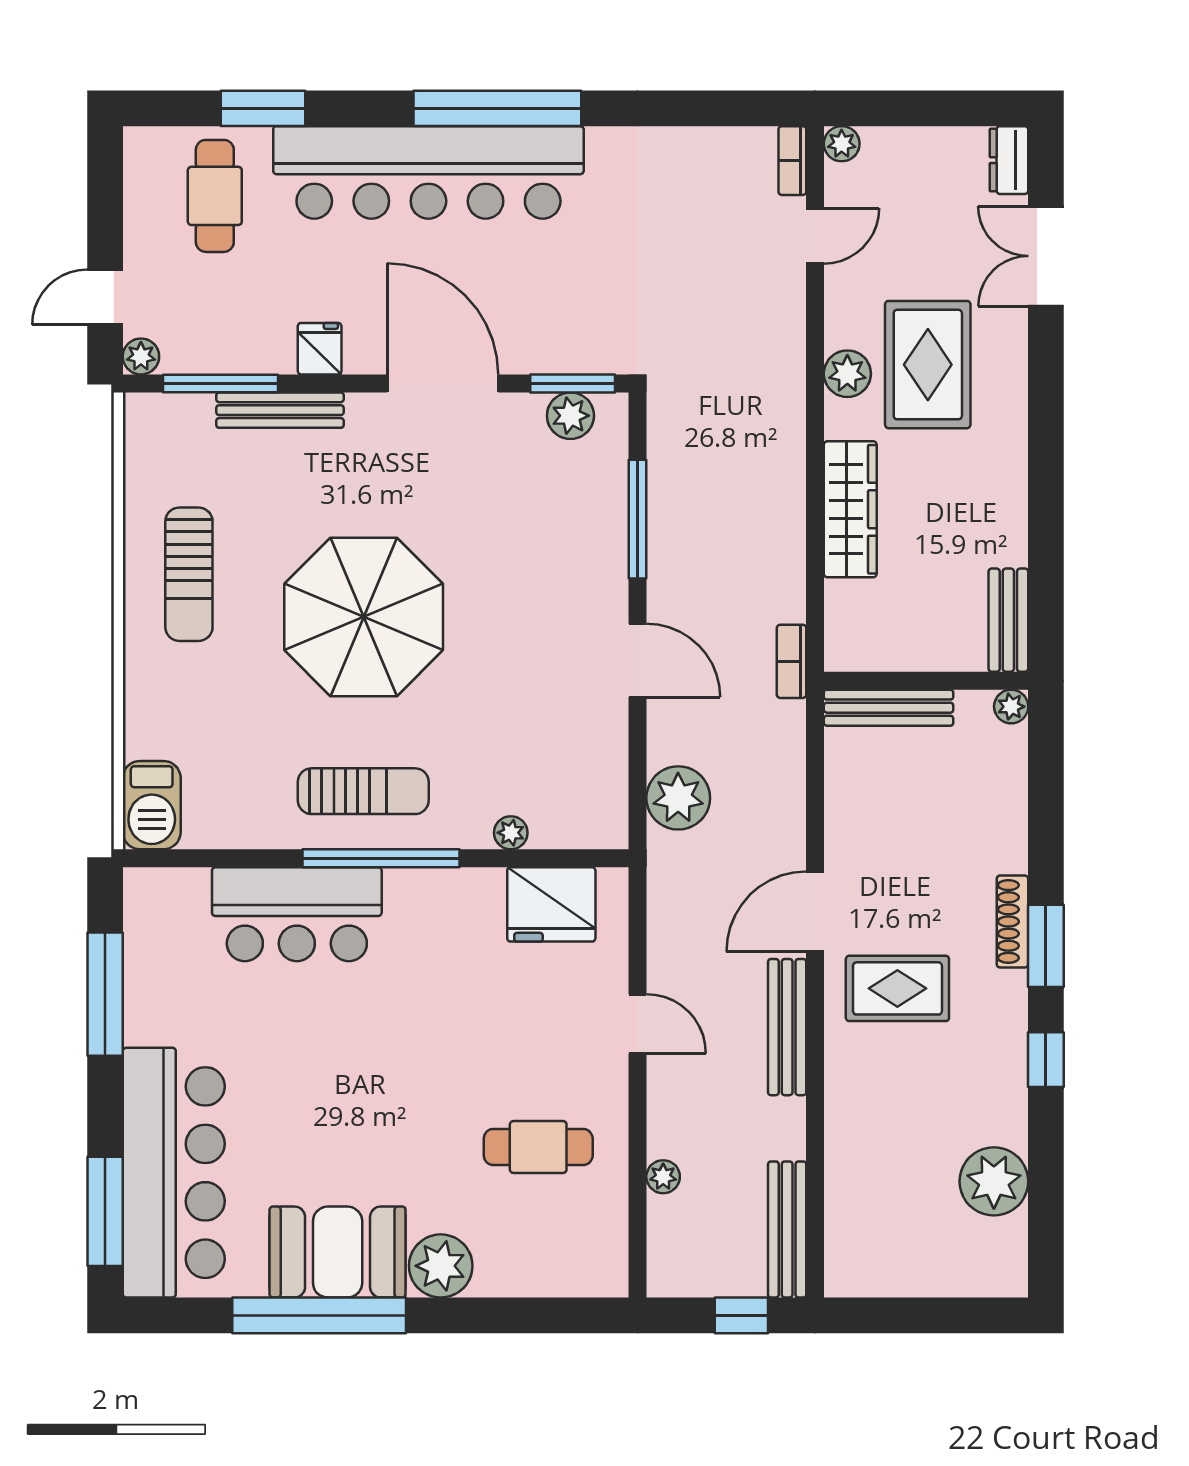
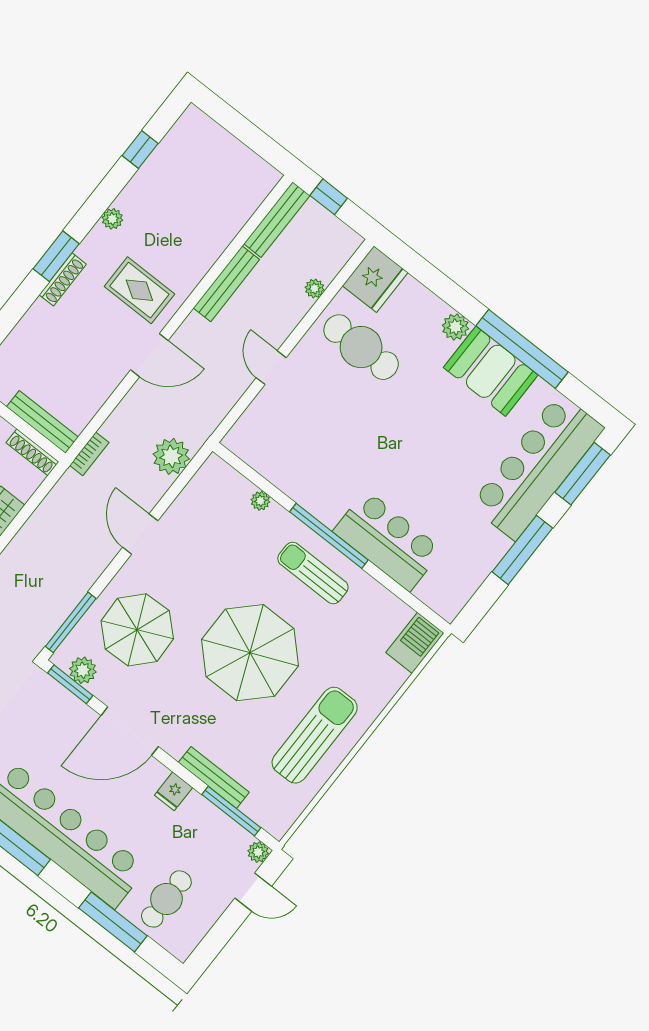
window: (263, 108) -> (113, 922), width x1.44
door: (443, 383) -> (130, 731), hinge flipped
window: (638, 519) -> (71, 622), moved
parasol: (540, 528) -> (137, 630), added
sun lounger: (189, 574) -> (315, 735), width x1.36, depth x1.34
shoe rack: (870, 656) -> (32, 452), added
bookcase: (792, 661) -> (89, 454), moved
fridge: (551, 904) -> (375, 279), moved, turned 90
window: (105, 994) -> (522, 550), moved
bench: (787, 1027) -> (226, 284), moved
window: (1046, 1060) -> (140, 149), moved
cafe table: (538, 1147) -> (361, 347), width x1.37, depth x1.35
plant: (994, 1181) -> (112, 219), moved, width x0.53, depth x0.53
plant: (441, 1266) -> (455, 327), width x0.73, depth x0.73

